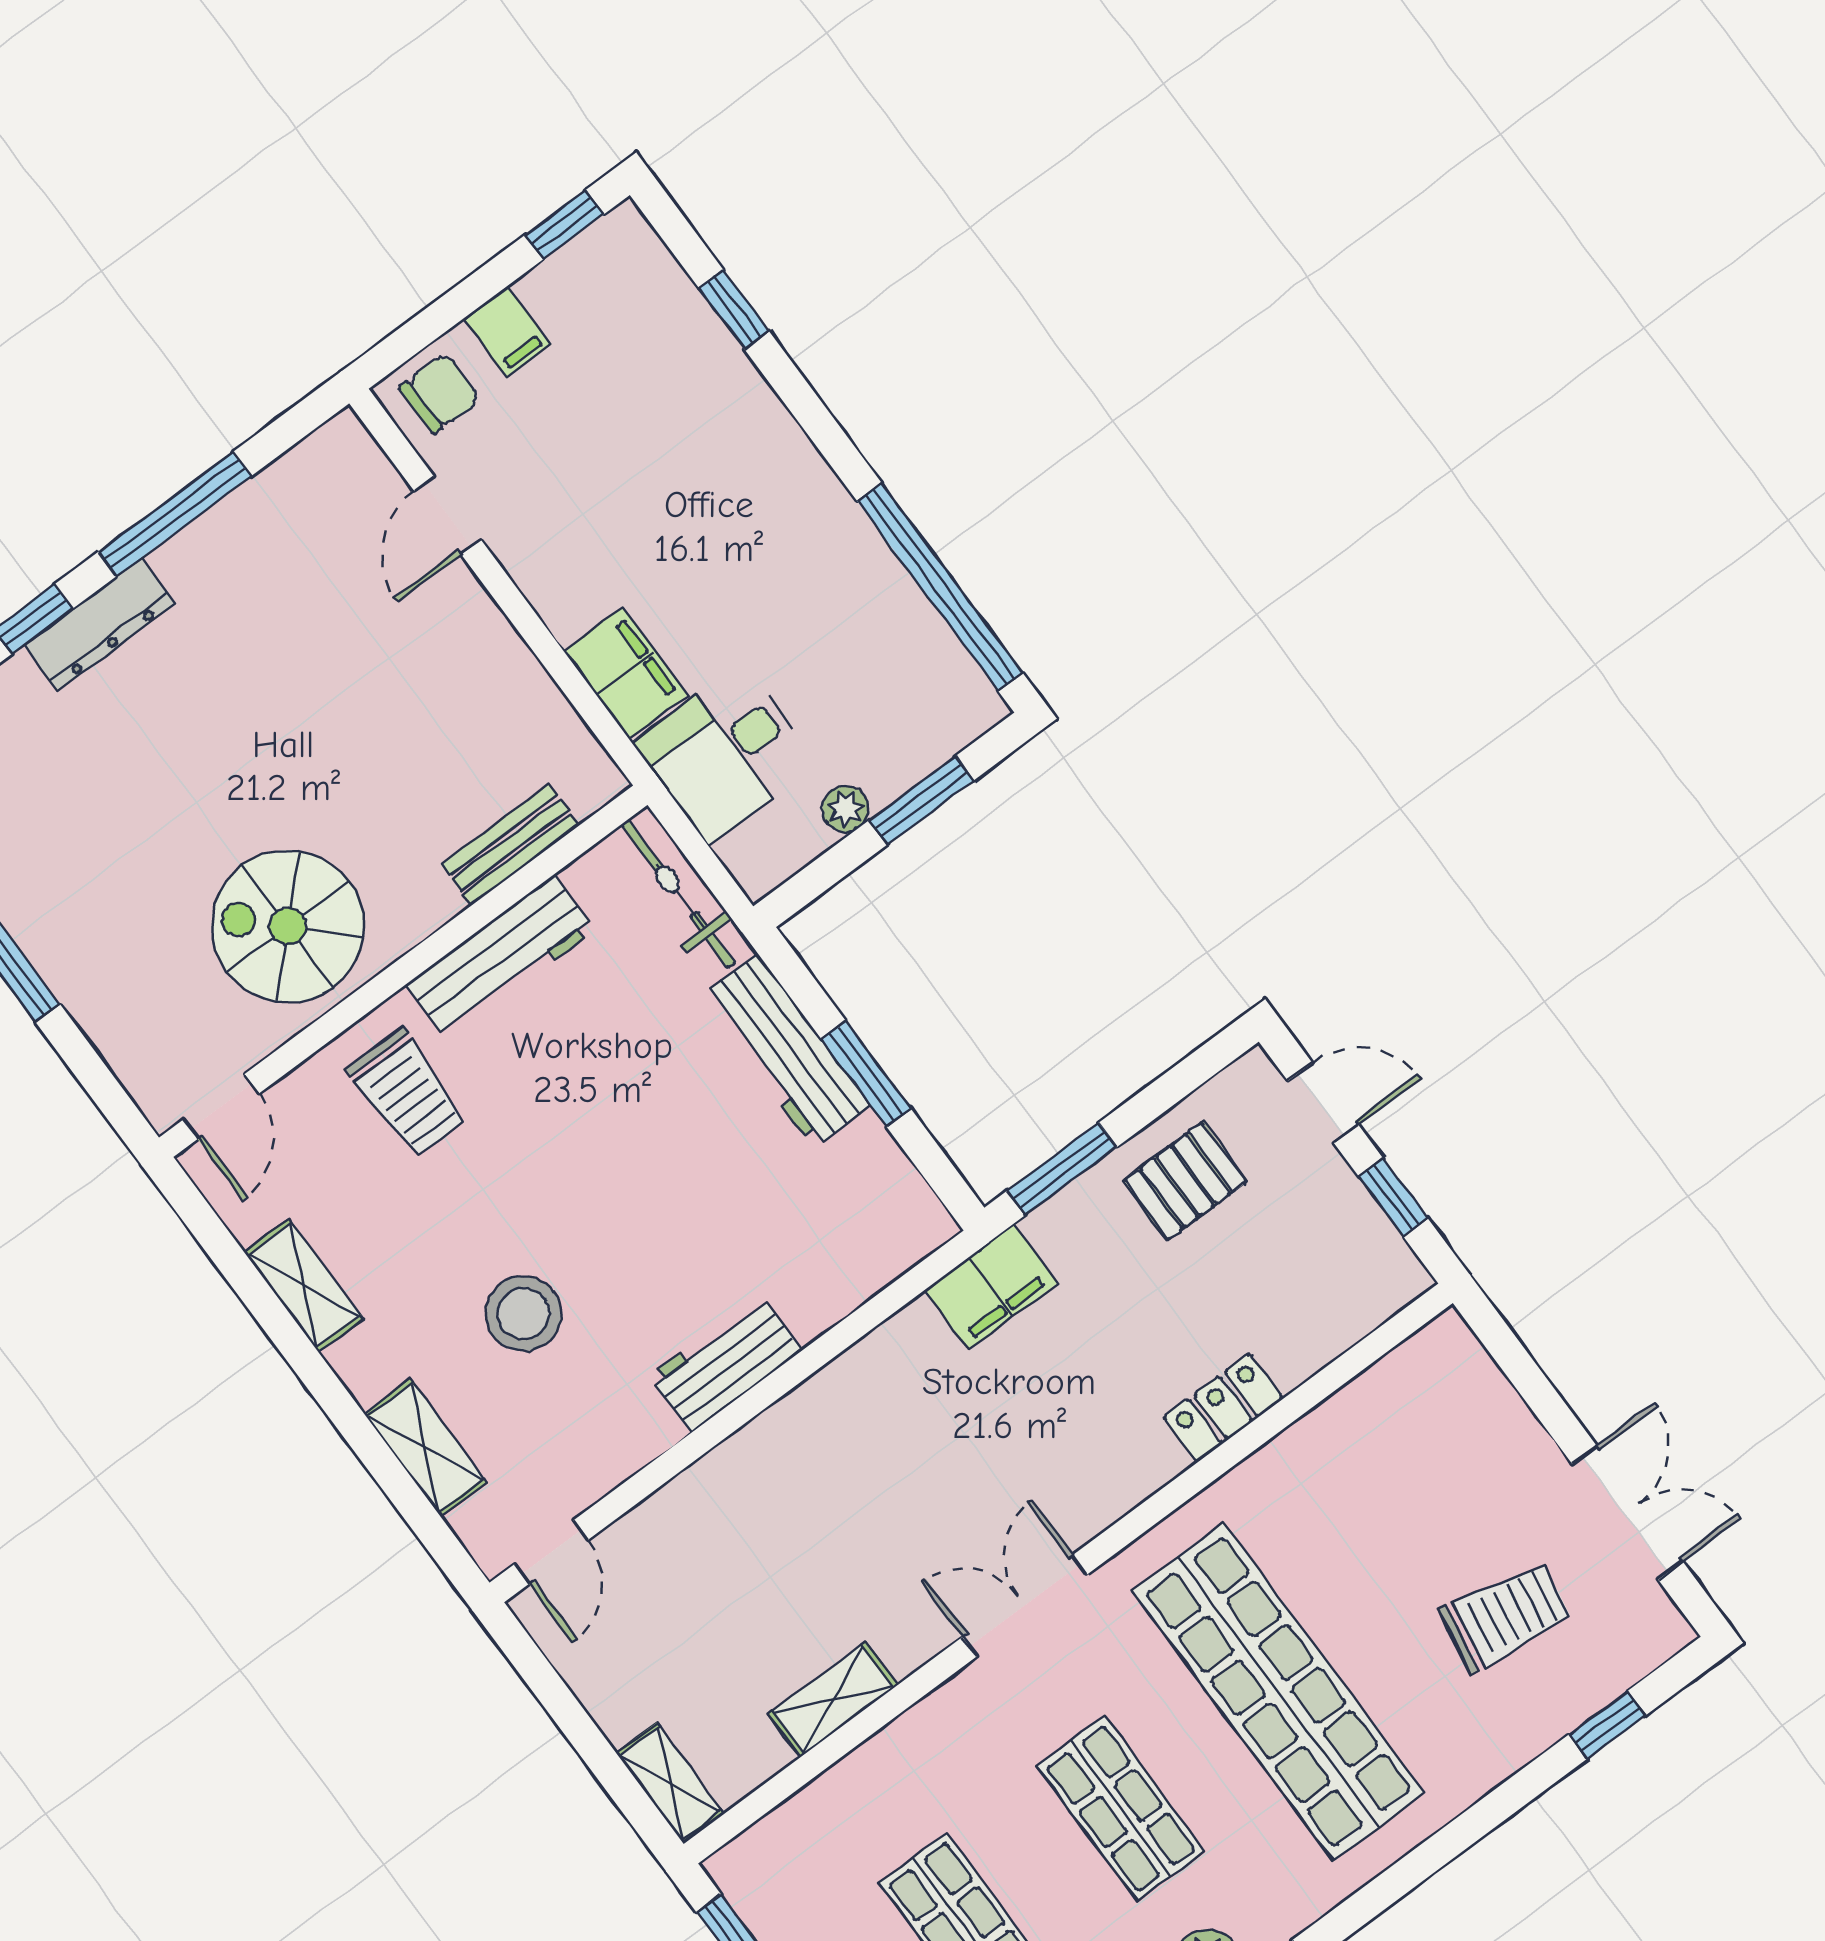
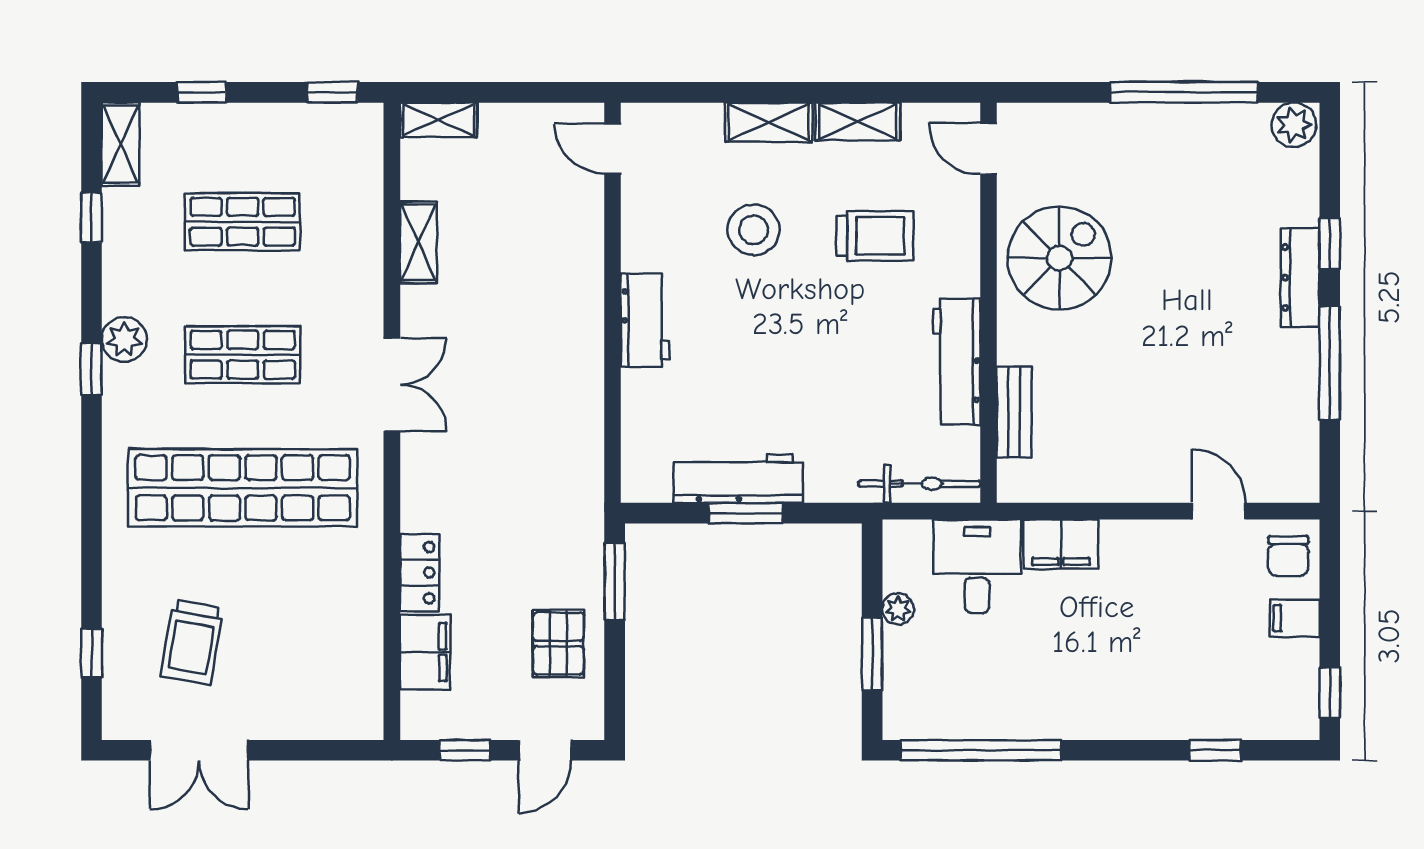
workbench: (786, 1051) -> (738, 479), moved
trolley: (407, 1093) -> (875, 236), moved, turned 180
filing cabinet: (991, 1287) -> (425, 652), moved, turned 180
shelving: (425, 1448) -> (769, 122), moved

